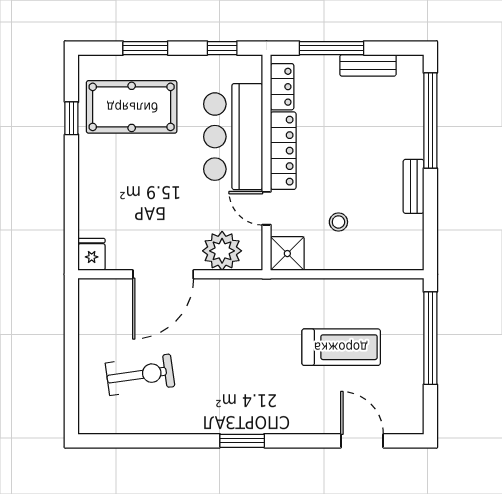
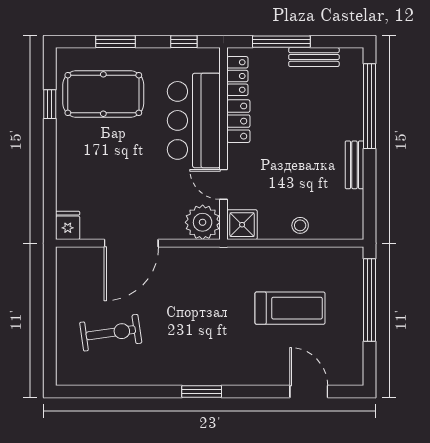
locker: (283, 151) -> (238, 121), width x0.66
stool: (338, 222) -> (300, 225), moved
plant: (222, 251) -> (203, 222), moved

